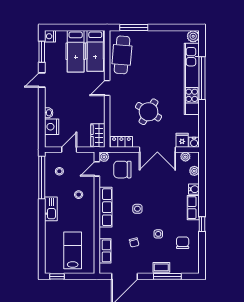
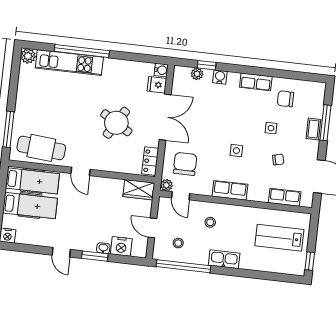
window: (42, 52) -> (95, 256), moved
kitchen unit: (192, 79) -> (69, 63), width x0.73
plant: (185, 157) -> (178, 83), removed
chair: (122, 170) -> (185, 164), turned 180
row of seats: (106, 207) -> (230, 190), width x0.68
row of seats: (193, 208) -> (256, 82), moved
window: (202, 224) -> (207, 65), moved

